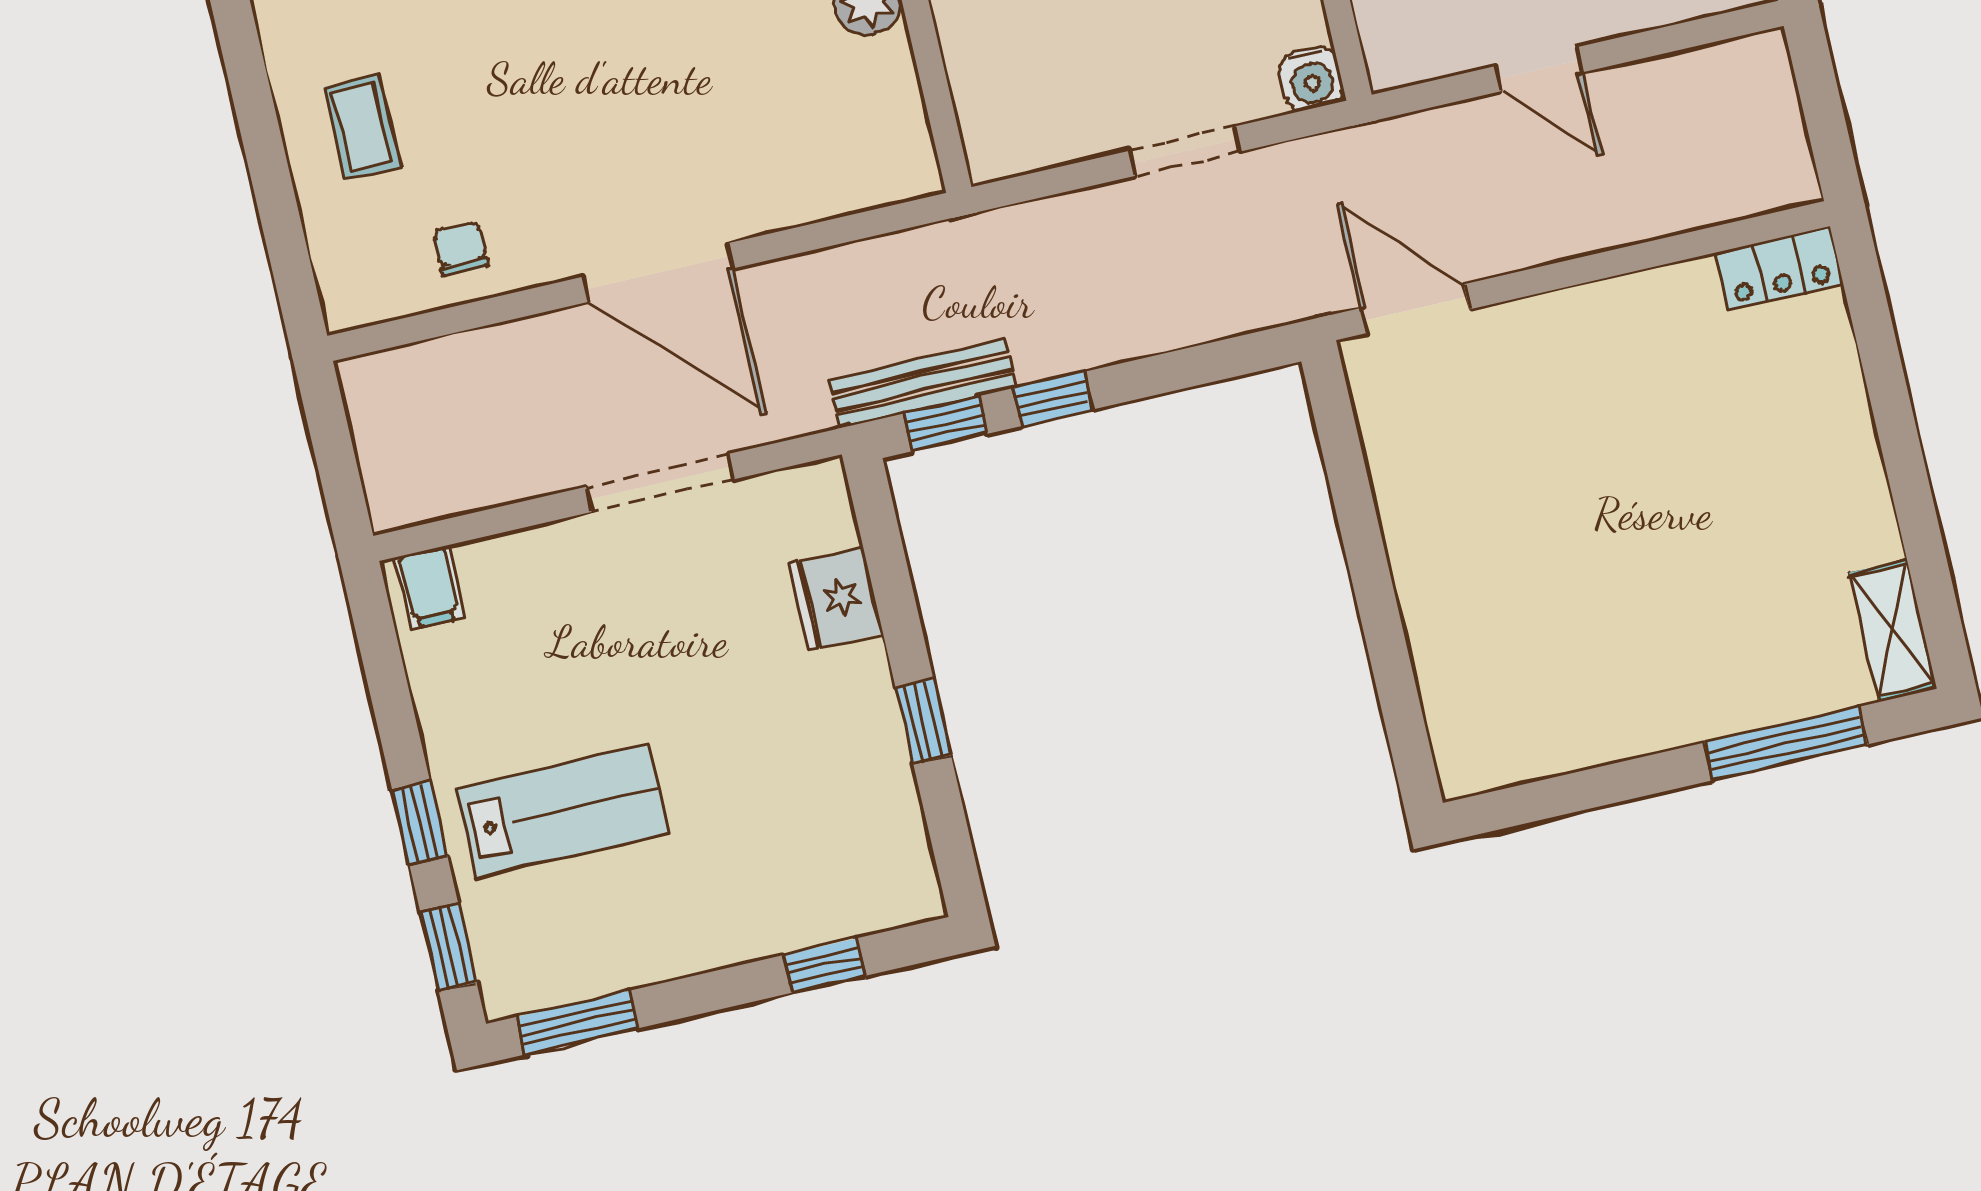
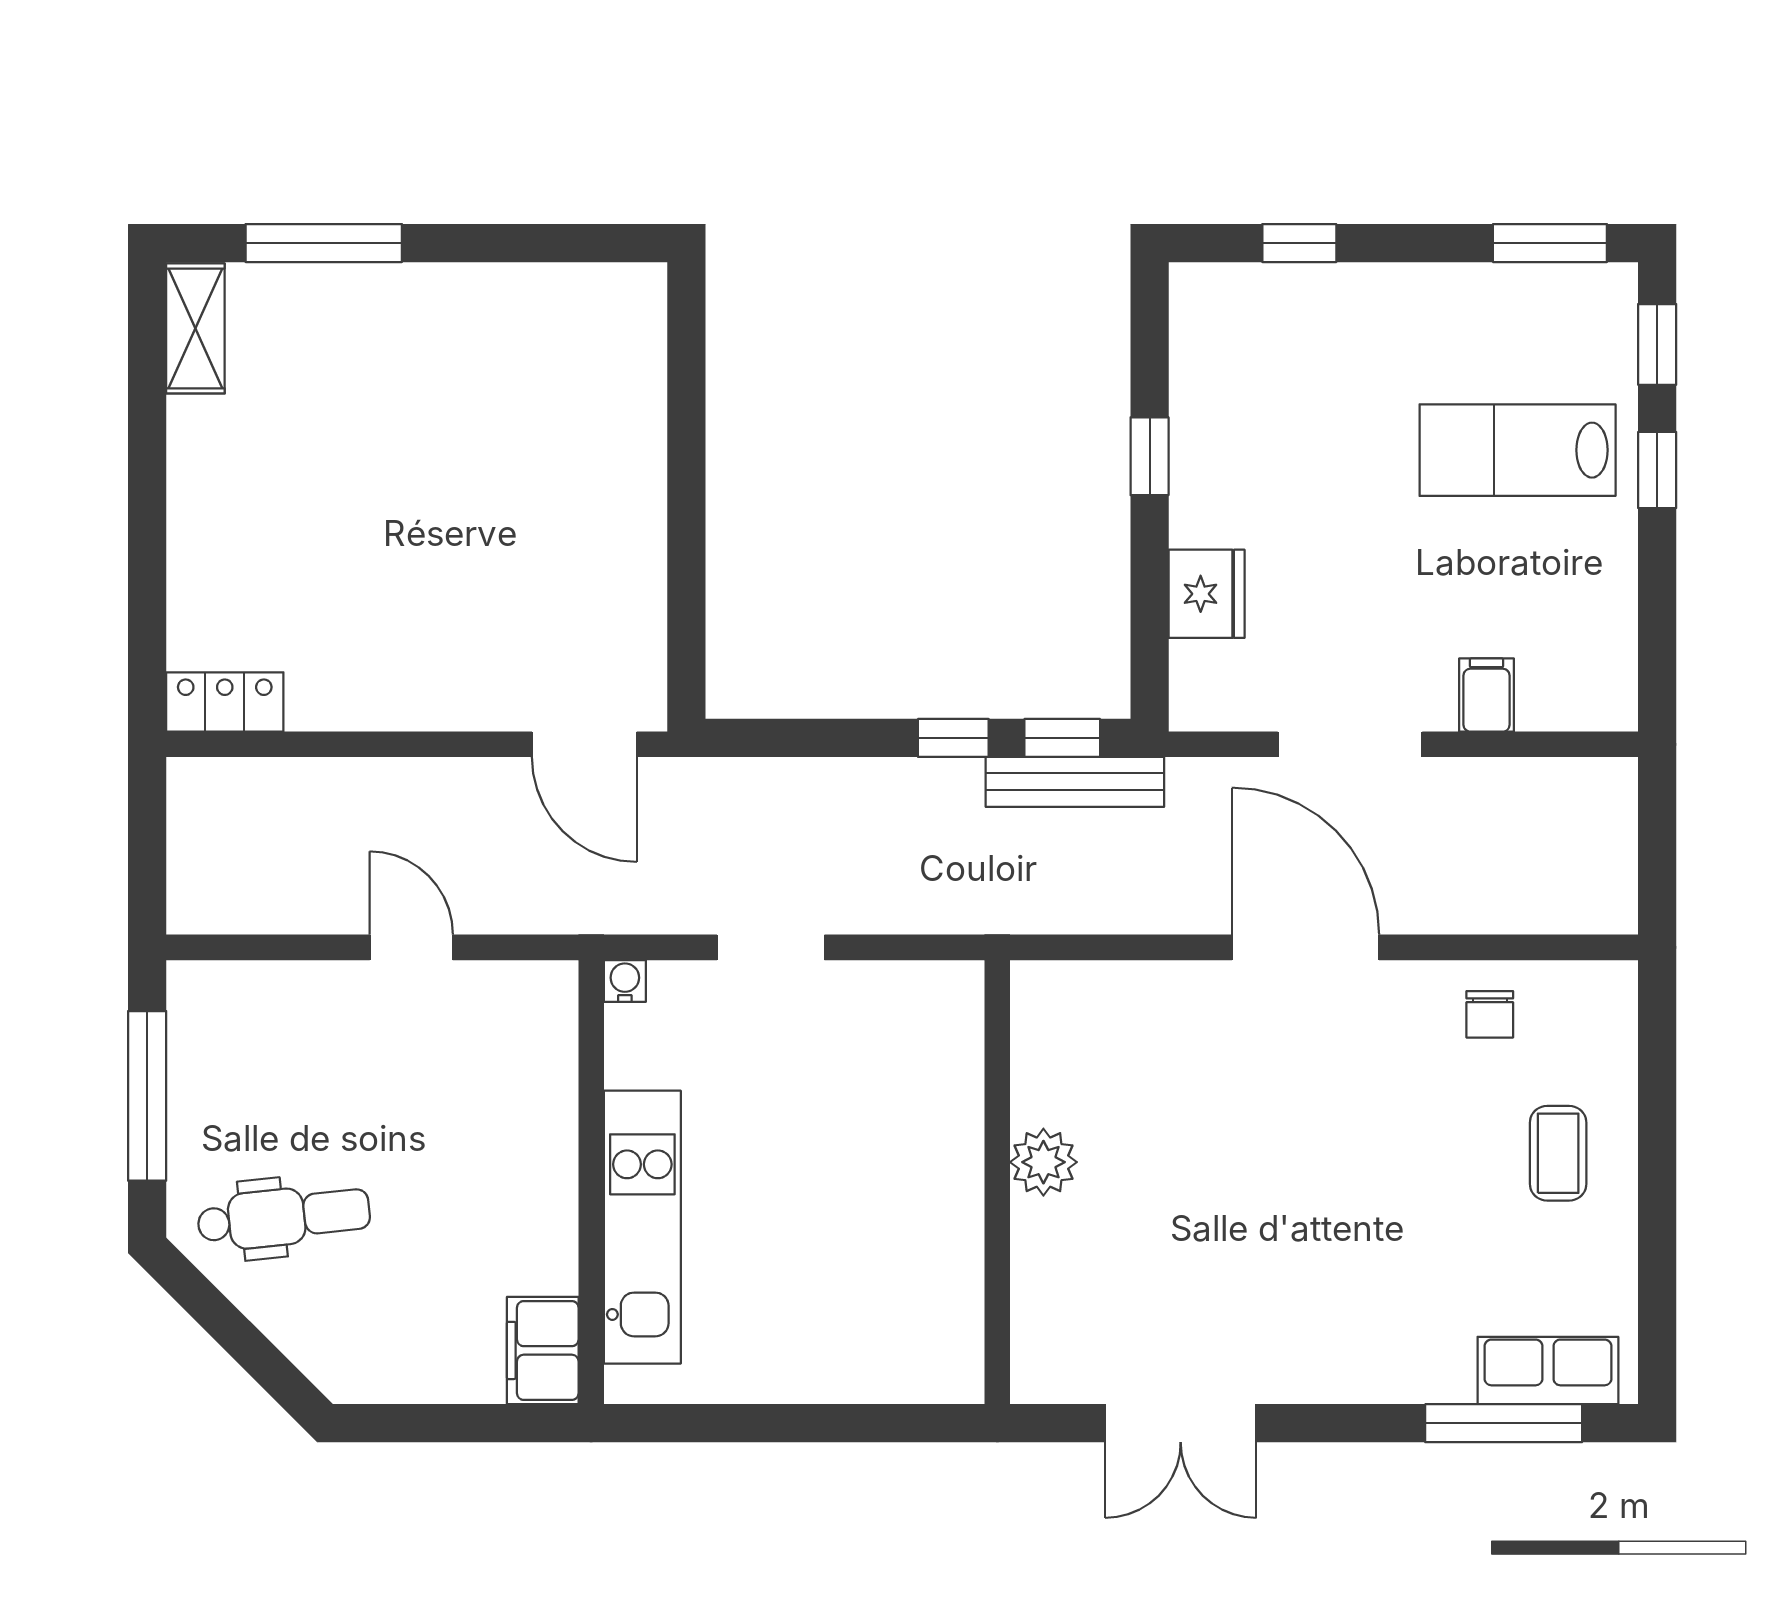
water cooler: (1311, 79) -> (625, 981), width x0.72, depth x0.72
filing cabinet: (429, 587) -> (1487, 695), moved

